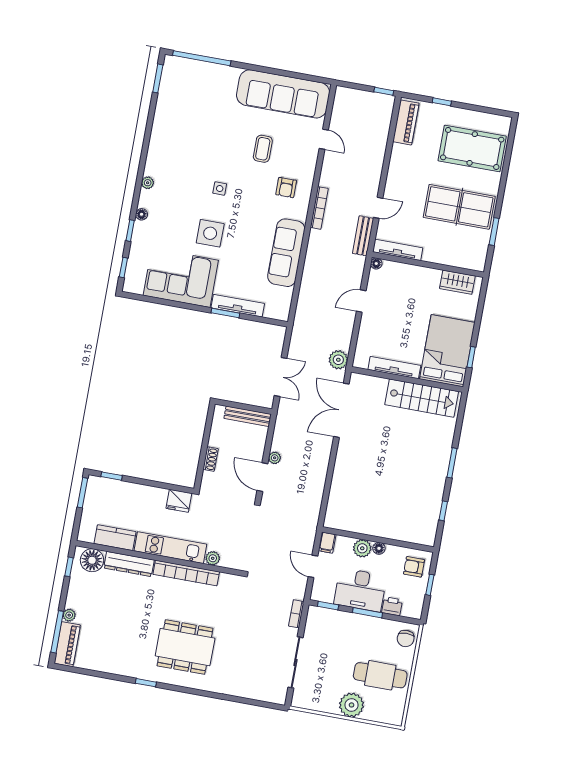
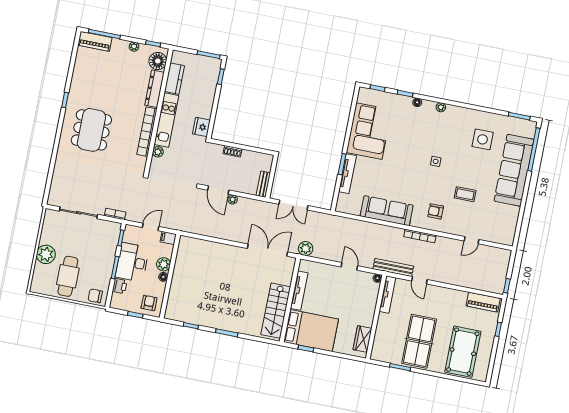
sofa: (283, 94) -> (514, 170), moved
side table: (210, 233) -> (483, 139), moved
bench: (363, 236) -> (393, 268), width x1.36
bench: (248, 416) -> (263, 184), width x0.73
door: (262, 477) -> (218, 190), swing flipped
plant: (69, 615) -> (134, 47), moved

